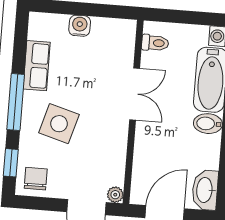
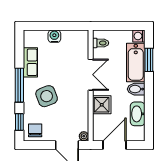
side table: (59, 124) -> (47, 96), turned -37
shower: (149, 145) -> (102, 105), added
washbasin: (205, 190) -> (138, 114), moved

